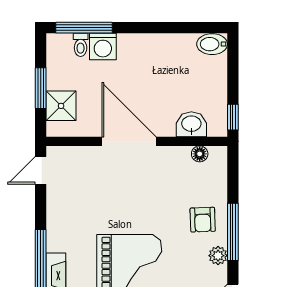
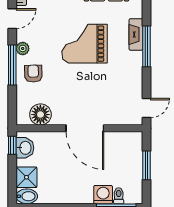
shower: (61, 106) -> (26, 177), moved
washbasin: (191, 124) -> (25, 148), moved, turned -90
floor lamp: (200, 154) -> (40, 115), width x1.89, depth x1.89

